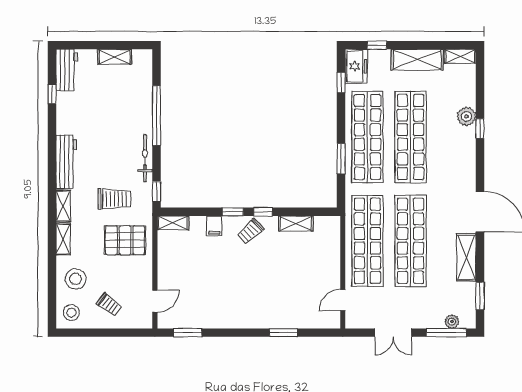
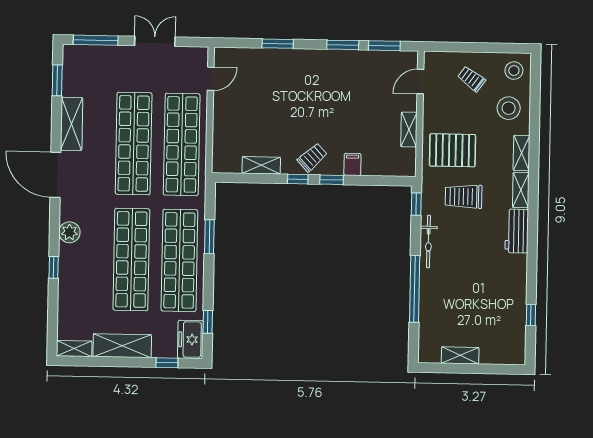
workbench: (67, 70) -> (514, 342), removed
plant: (466, 116) -> (69, 232), moved
workbench: (66, 162) -> (517, 231), width x0.73
shelving: (173, 223) -> (409, 130), moved, turned 90
plant: (452, 322) -> (89, 52), removed
window: (225, 333) -> (343, 45), added

